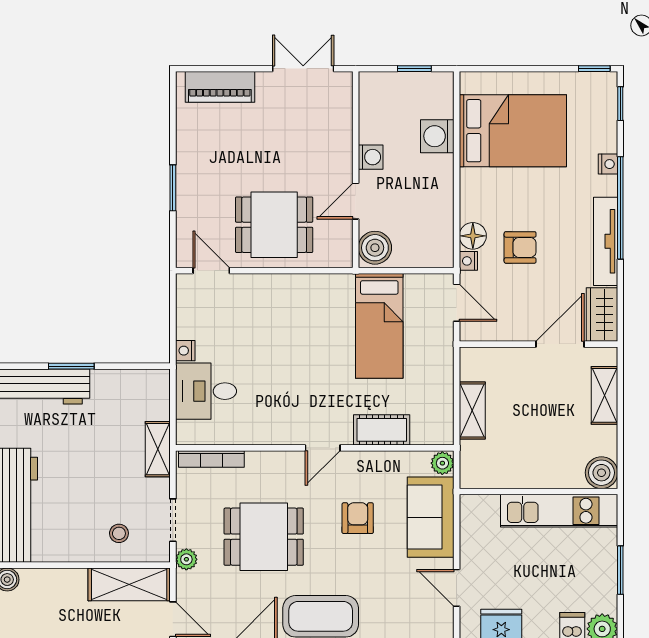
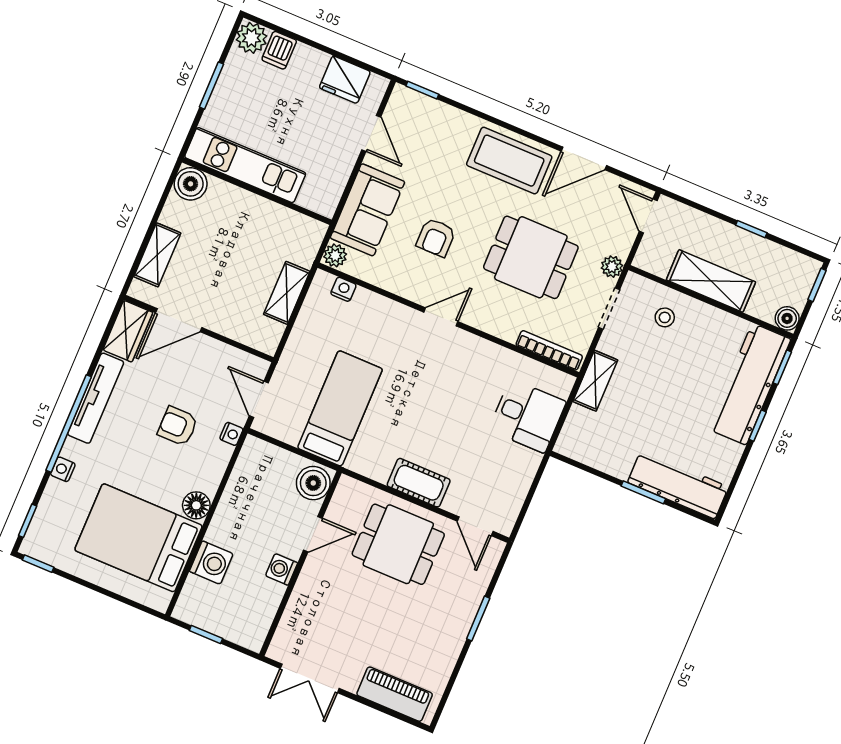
floor lamp: (473, 236) -> (196, 505), moved
nightstand: (185, 351) -> (343, 289), moved, turned -90
cot: (382, 430) -> (419, 483), moved
shelving: (129, 584) -> (711, 281), moved

